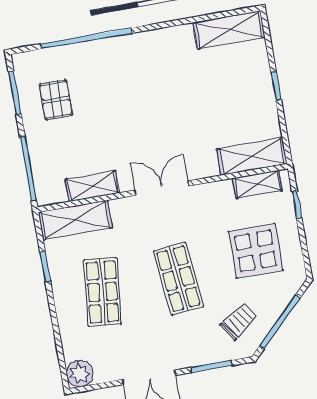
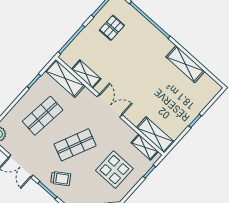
shelving: (229, 30) -> (185, 64), moved
shop shelf: (178, 279) -> (75, 145), turned 30
trolley: (239, 321) -> (61, 179), moved

